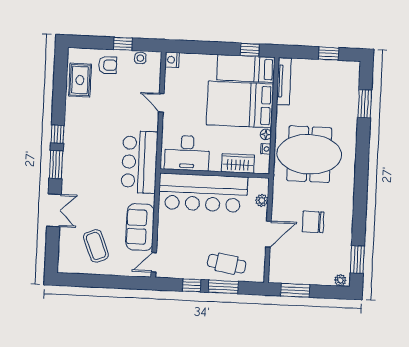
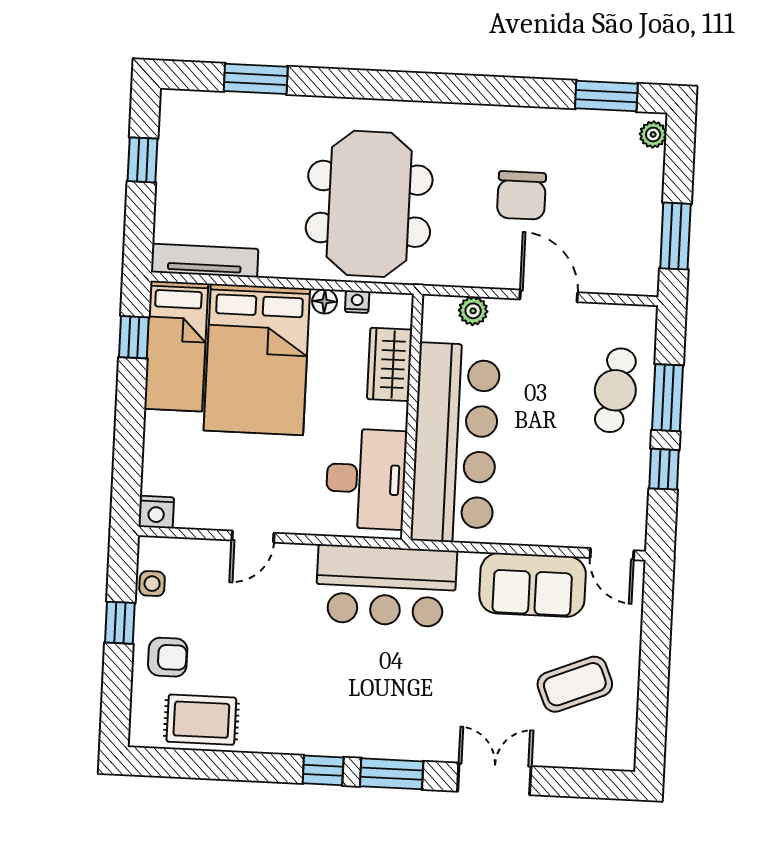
armchair: (108, 65) -> (168, 657), turned 90

